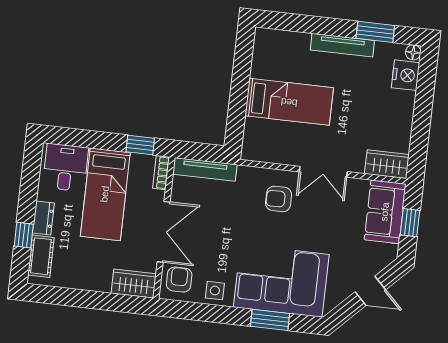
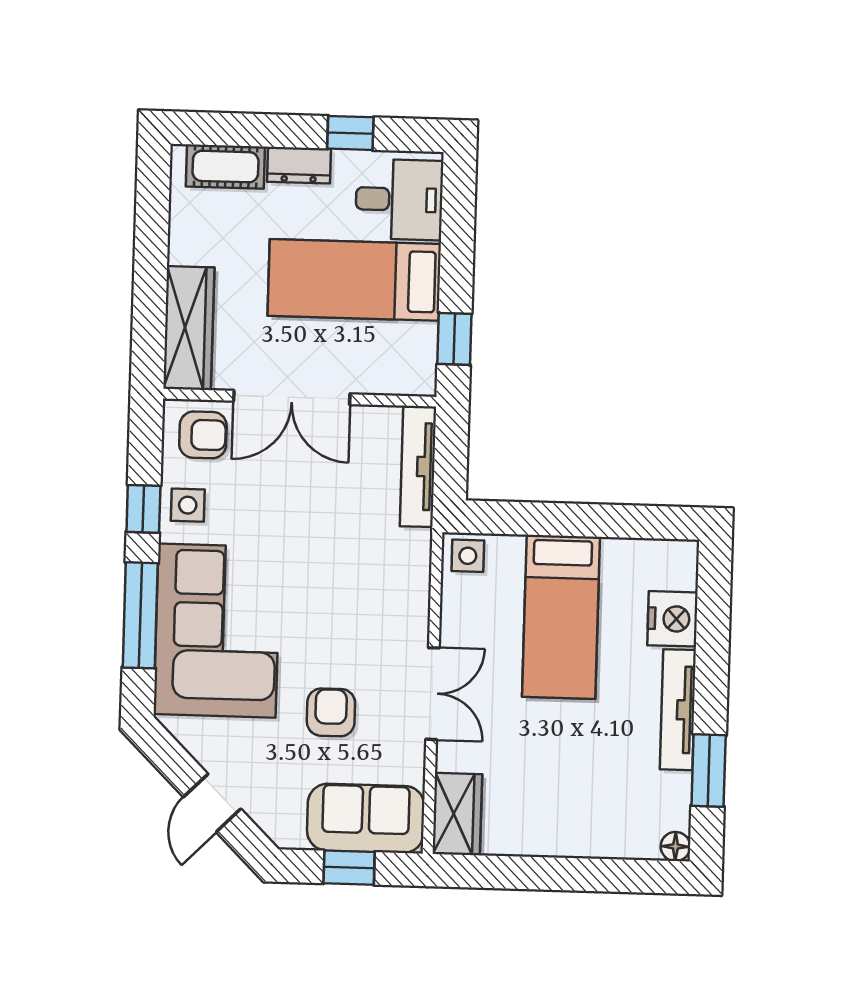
nightstand: (406, 75) -> (672, 619), moved, turned -90
side table: (253, 147) -> (468, 556), added
double door: (323, 172) -> (432, 694), swing flipped
bookcase: (161, 173) -> (405, 383), removed
armchair: (279, 199) -> (331, 712), moved
window: (24, 235) -> (350, 133), moved
wardrobe: (134, 284) -> (189, 328), width x1.50
window: (215, 314) -> (143, 509), added
window: (270, 320) -> (140, 615), width x1.44

